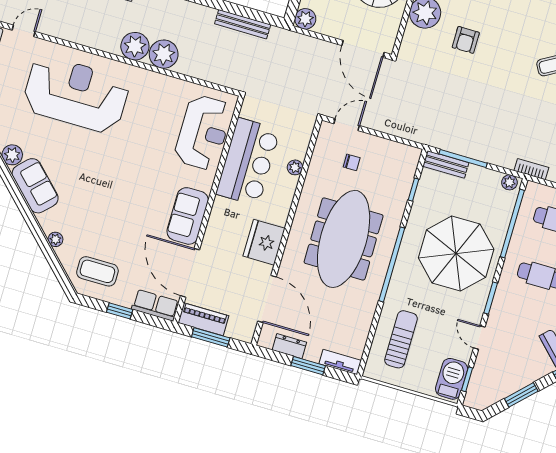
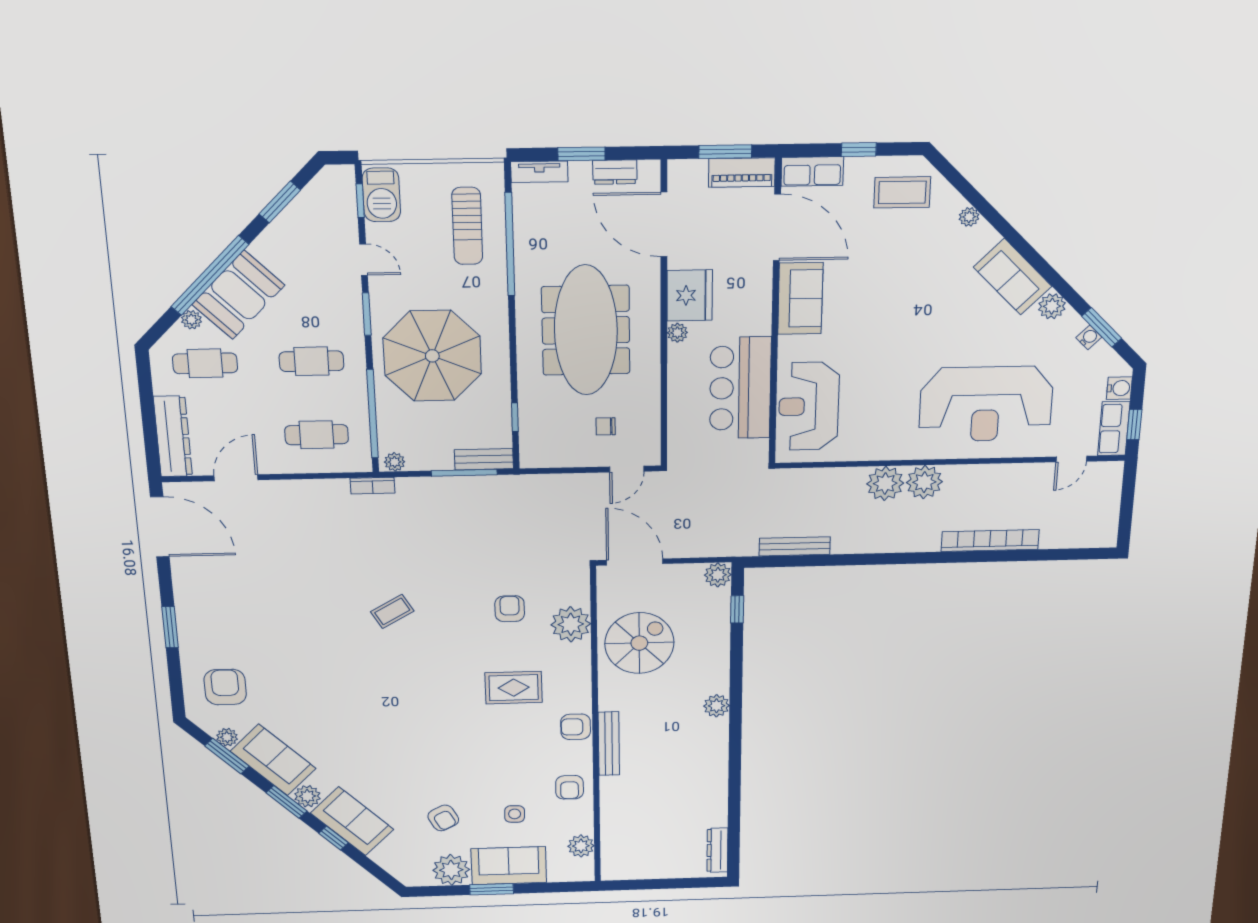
plant: (295, 167) -> (677, 333), moved
window: (392, 264) -> (510, 244), moved

